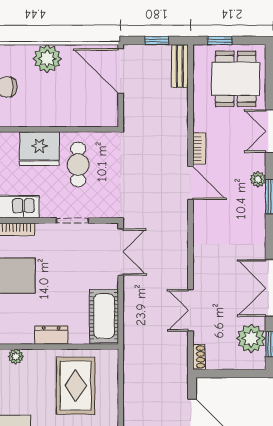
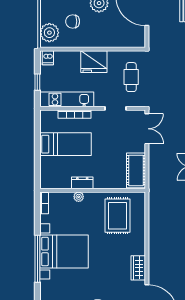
cafe table: (78, 165) -> (131, 77), moved
dresser: (51, 335) -> (82, 183), moved

